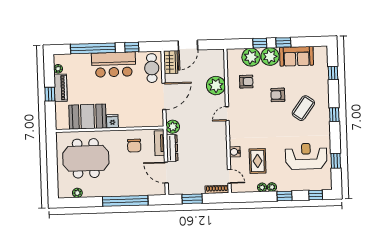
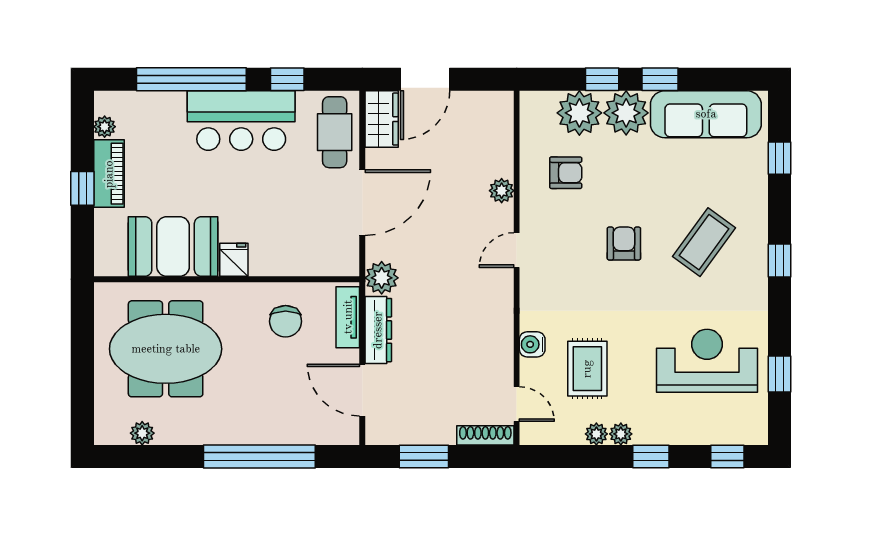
sofa: (297, 56) -> (706, 114), width x1.36
plant: (216, 86) -> (502, 191), width x0.53, depth x0.53
armchair: (278, 95) -> (624, 244), moved, turned 90

